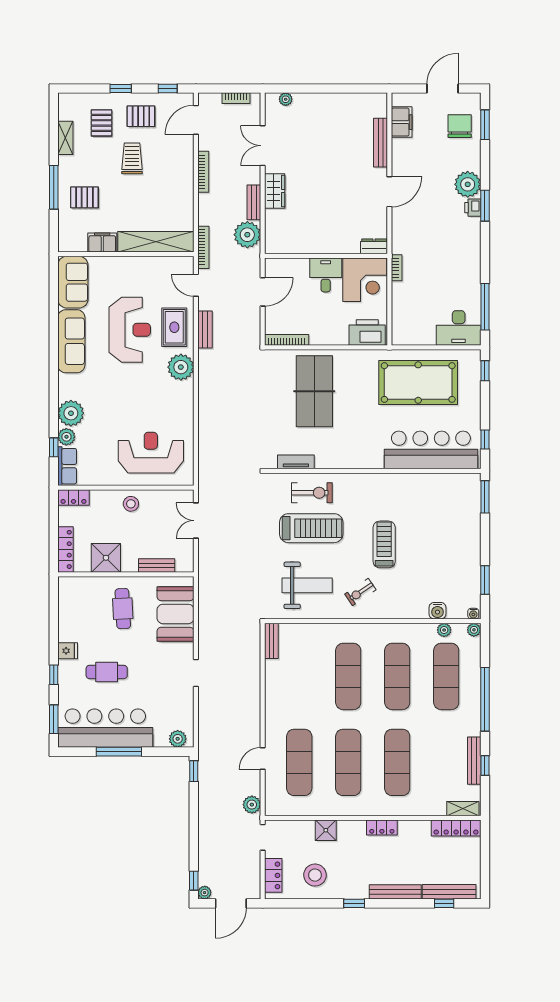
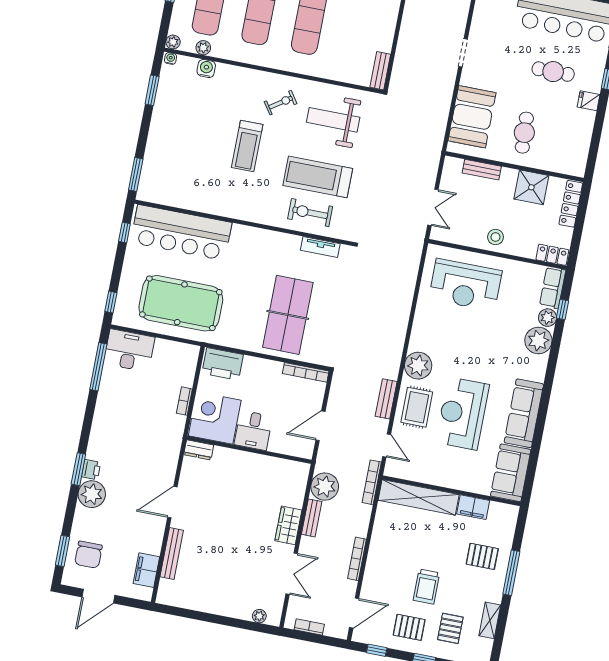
bookcase: (397, 268) -> (184, 401), moved

